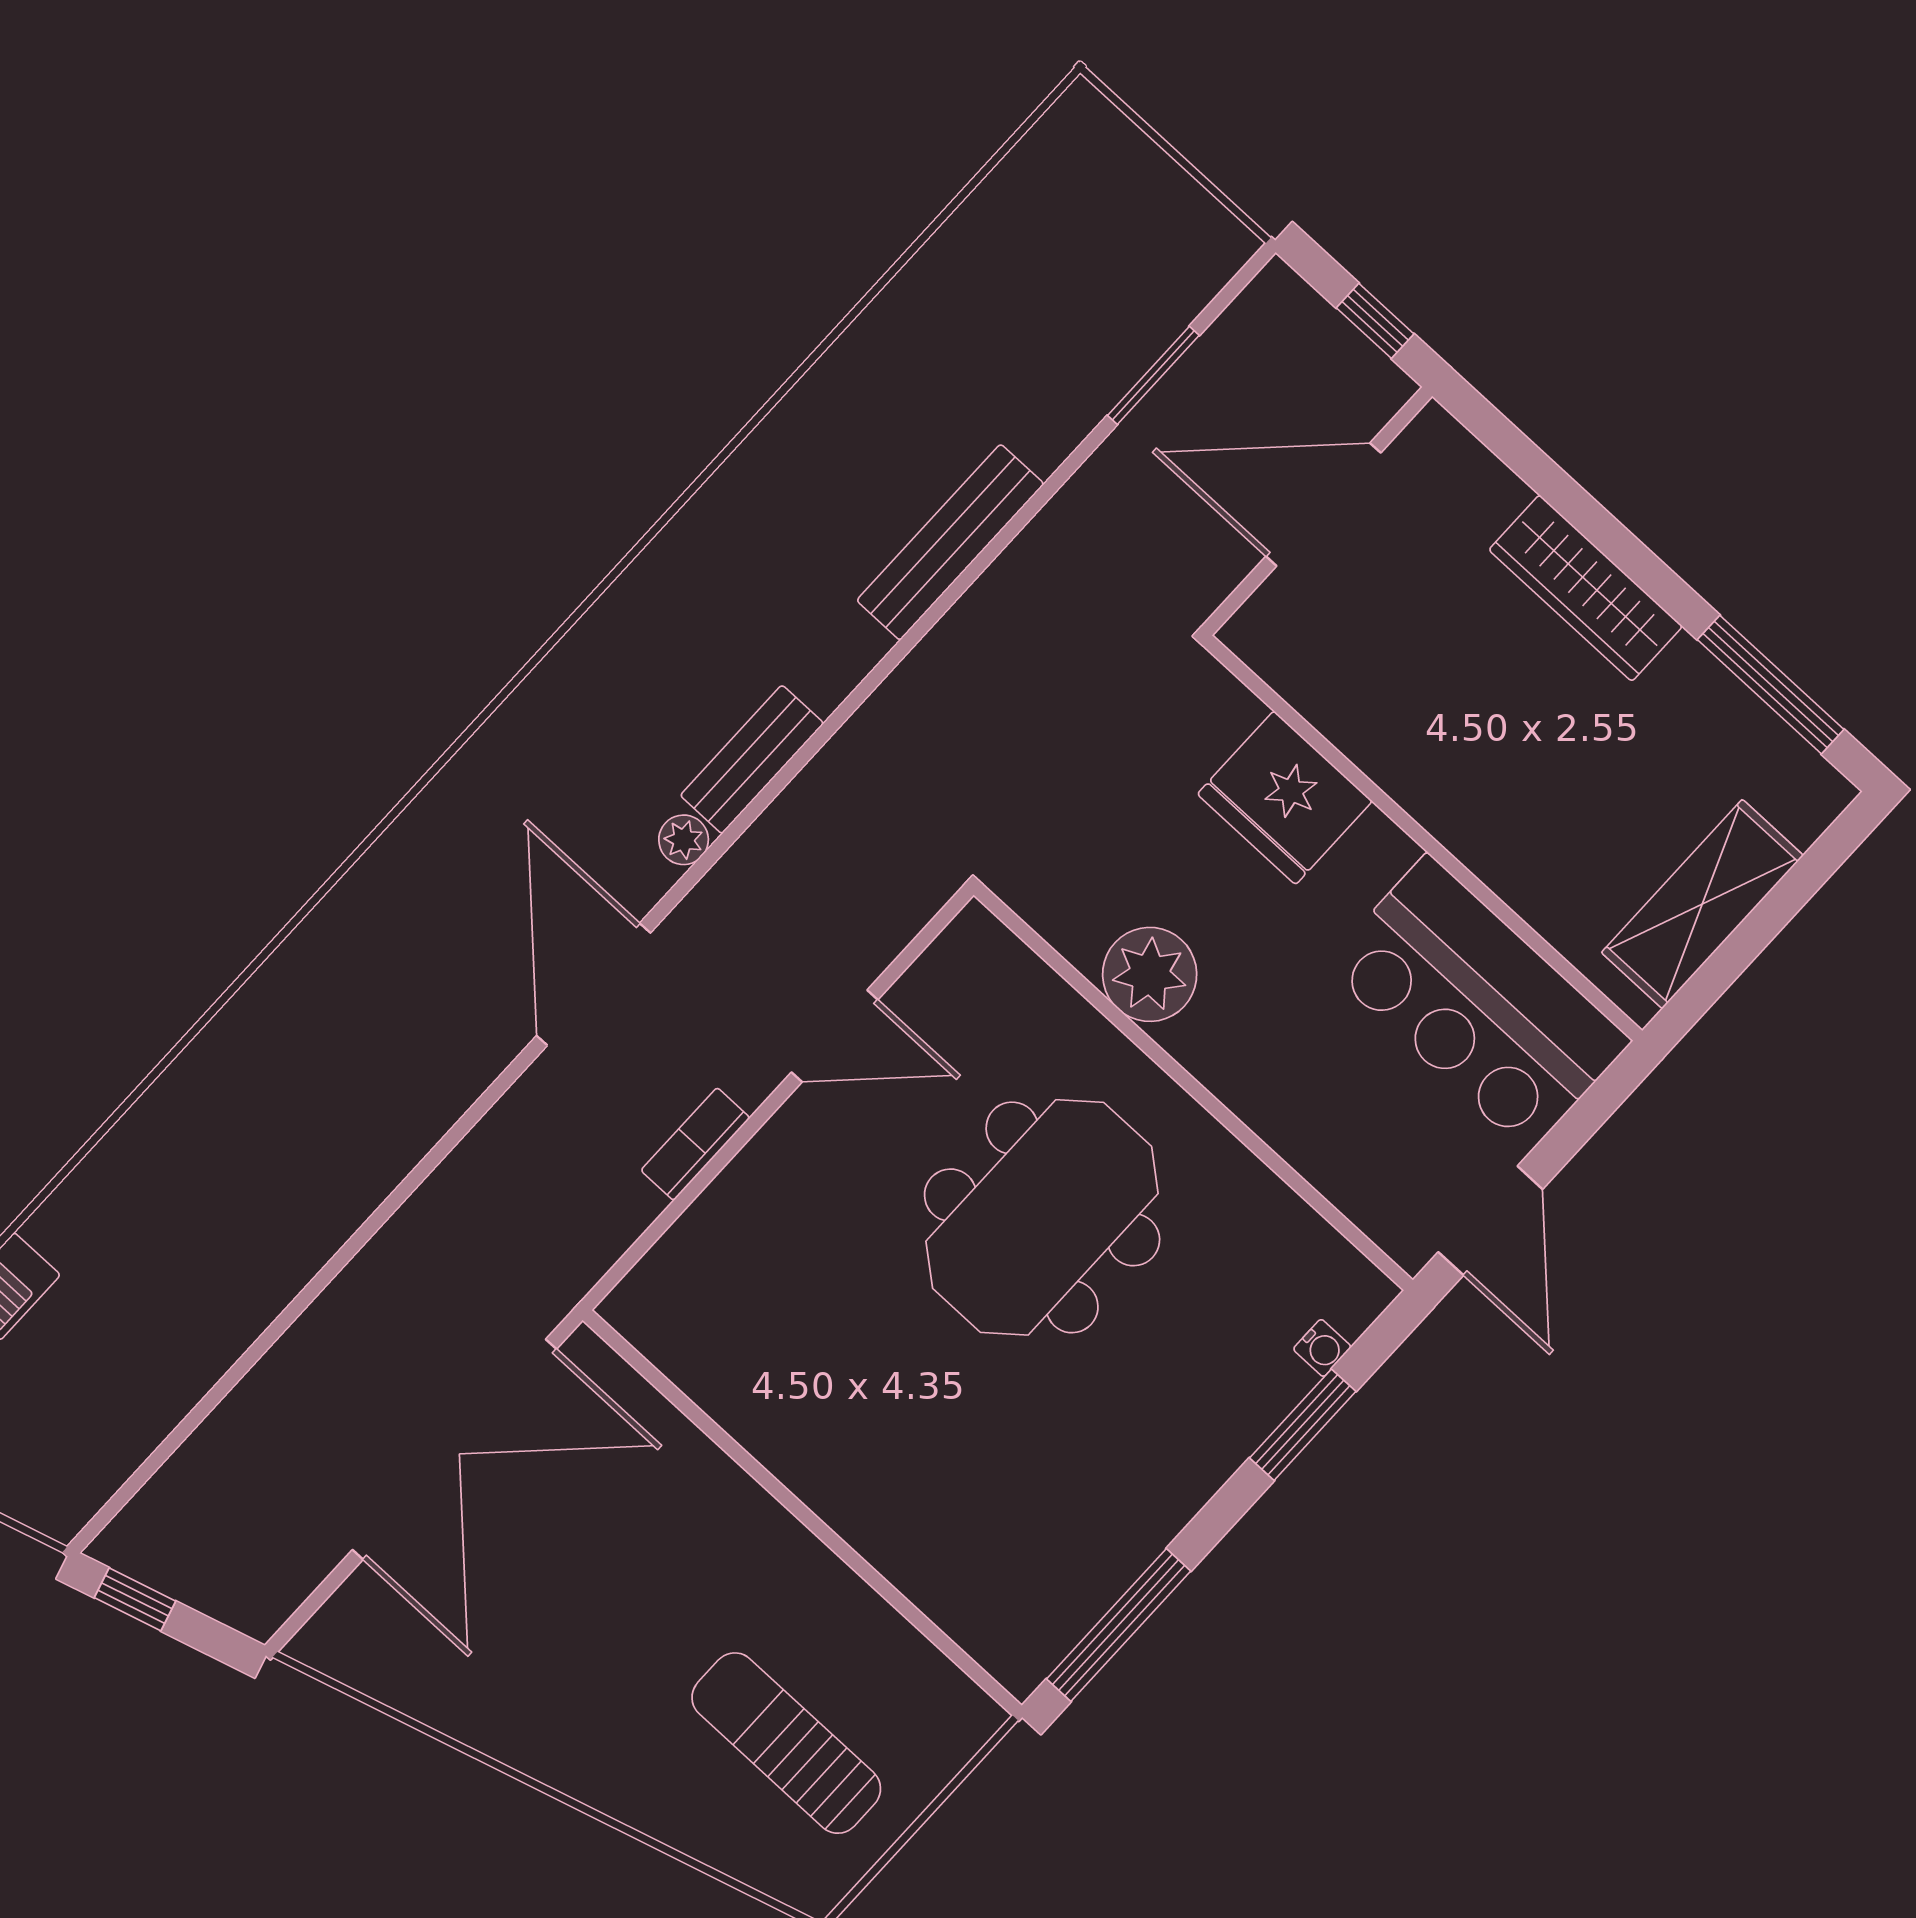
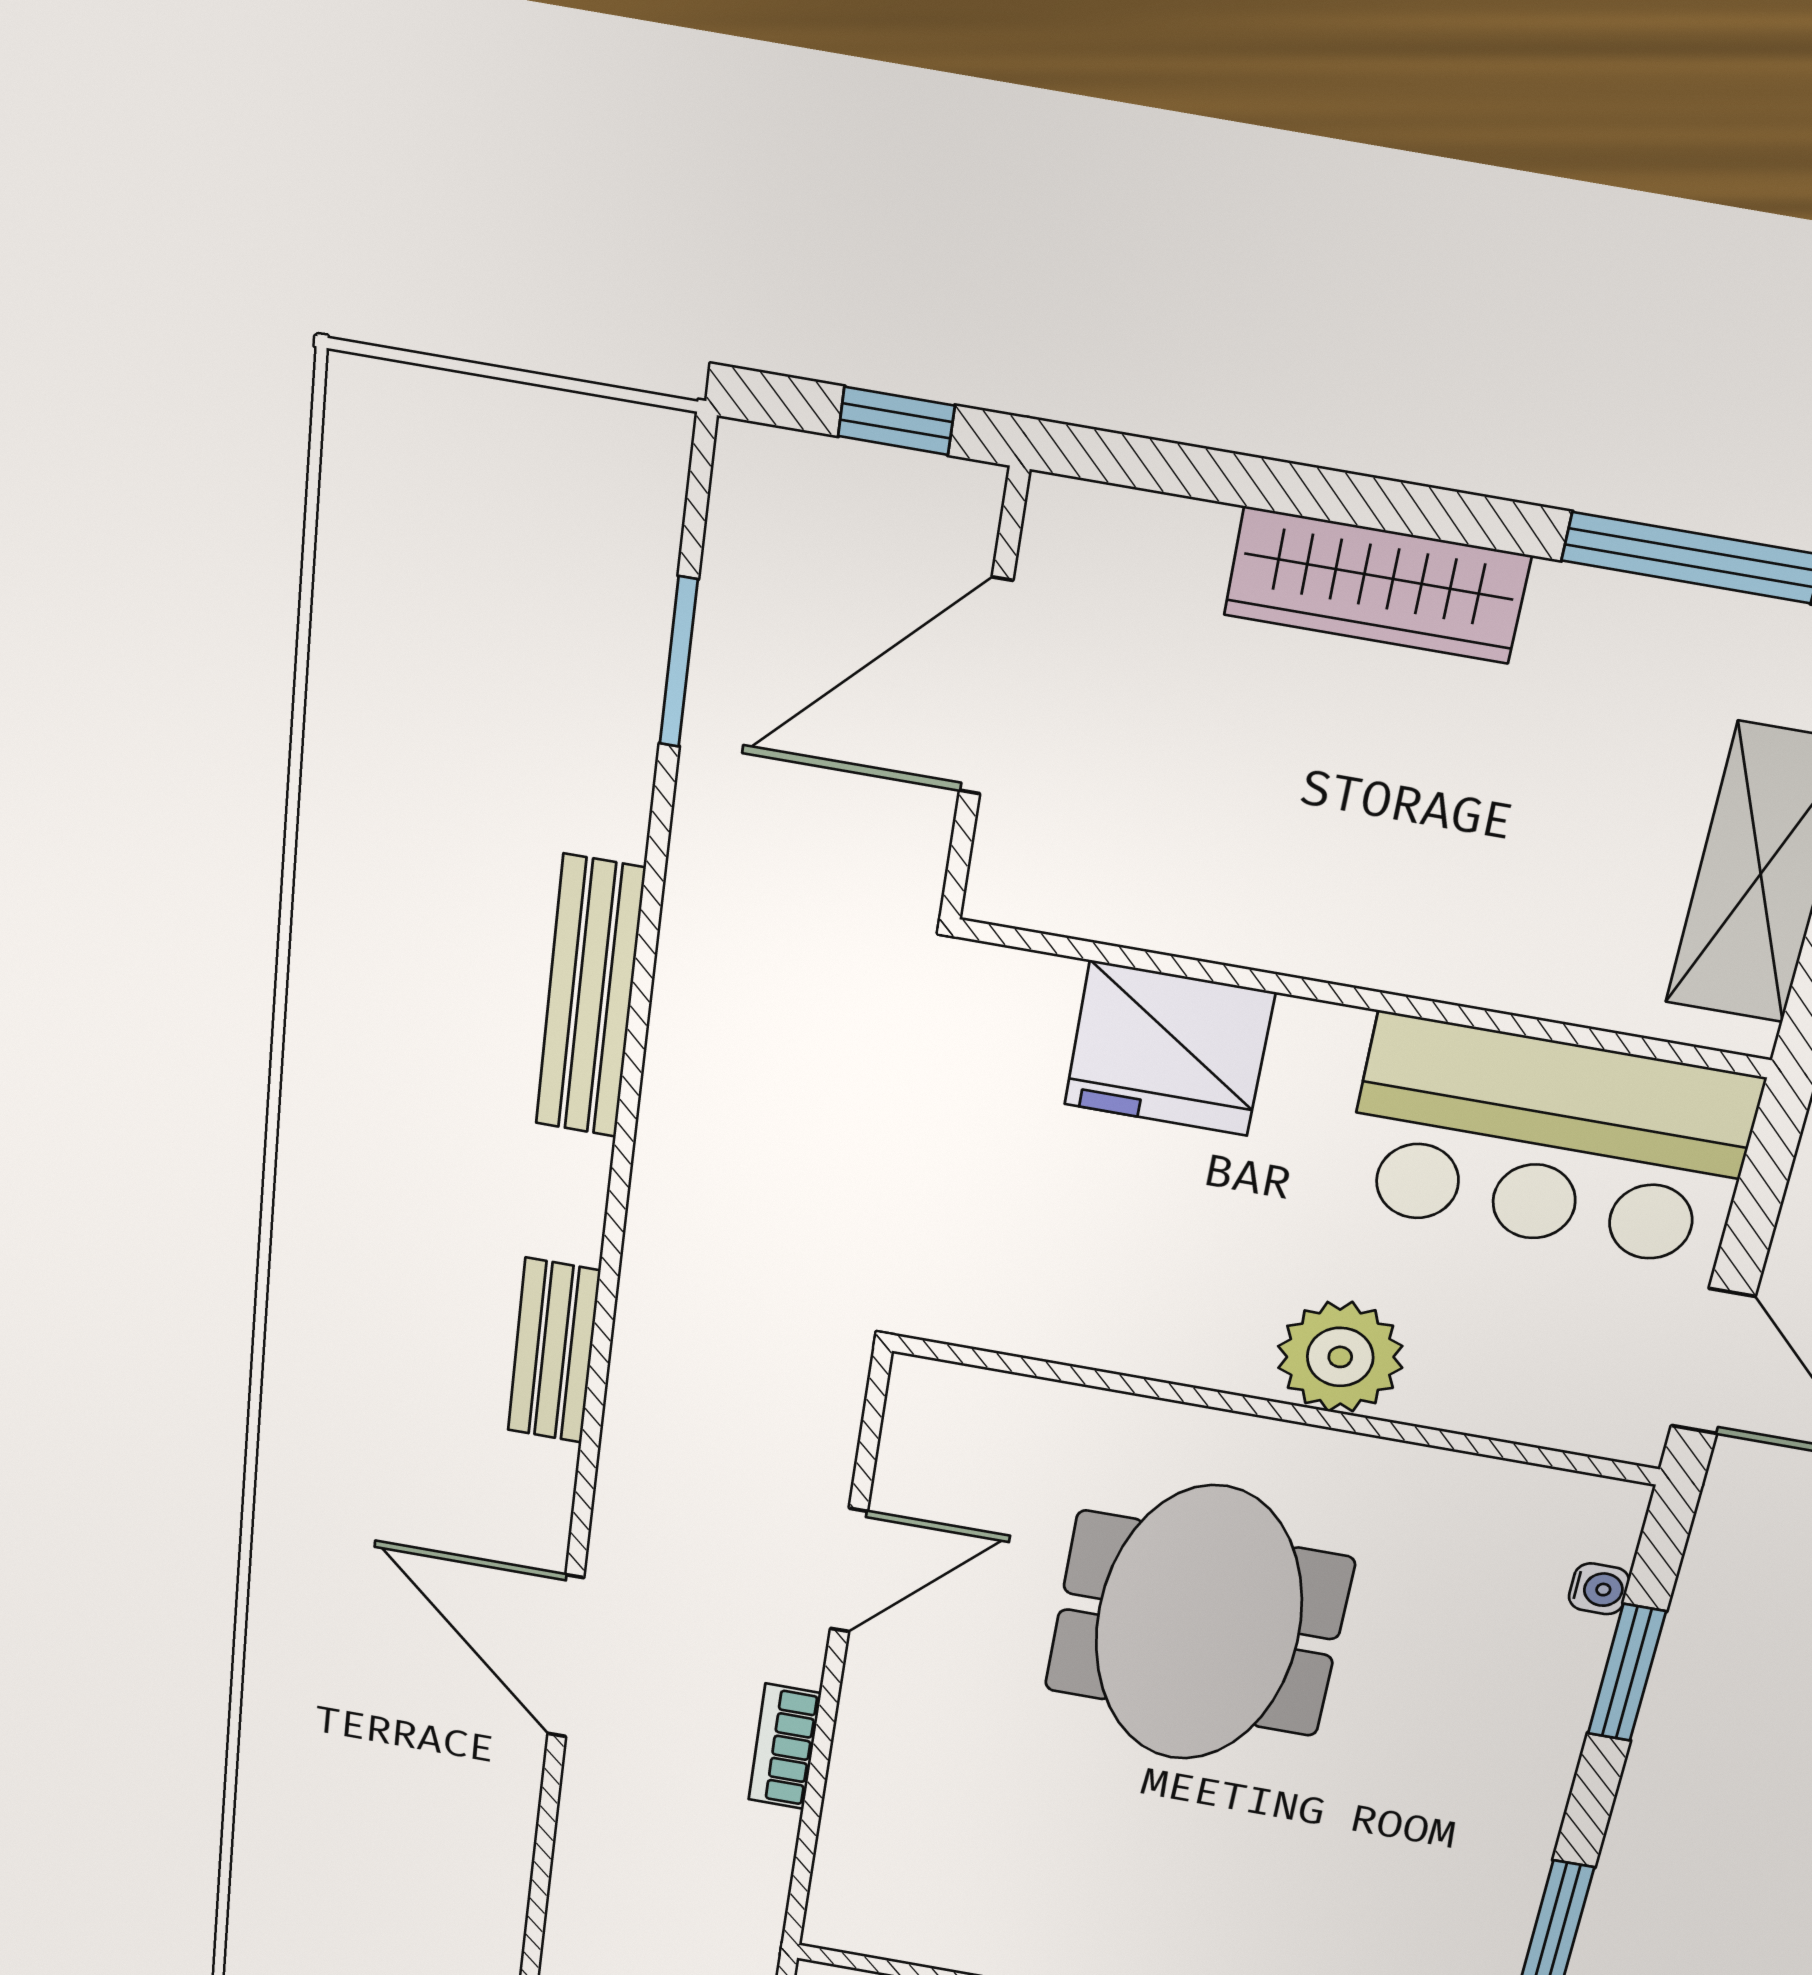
plant: (684, 840) -> (546, 1470), removed
plant: (1150, 974) -> (1340, 1357), moved

